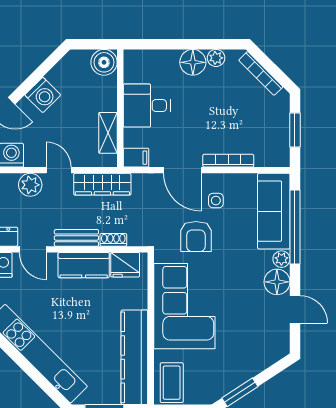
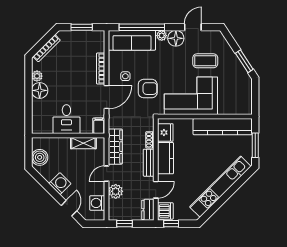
boiler: (104, 62) -> (40, 157), moved
coffee table: (172, 383) -> (205, 61), moved

